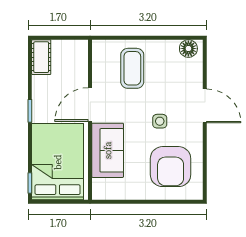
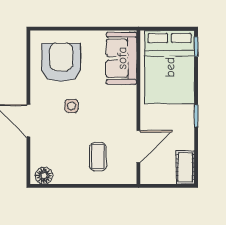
coffee table: (132, 68) -> (98, 157), width x0.73, depth x0.77
door: (90, 105) -> (138, 147), moved
sofa: (108, 150) -> (122, 58), moved

